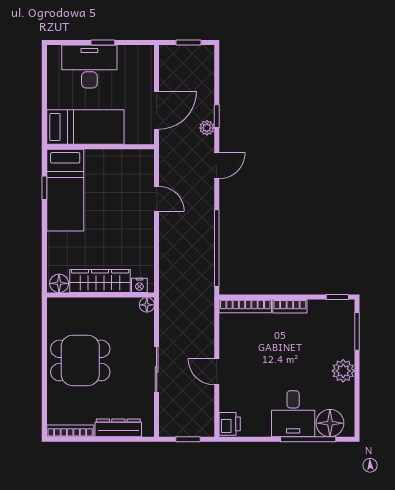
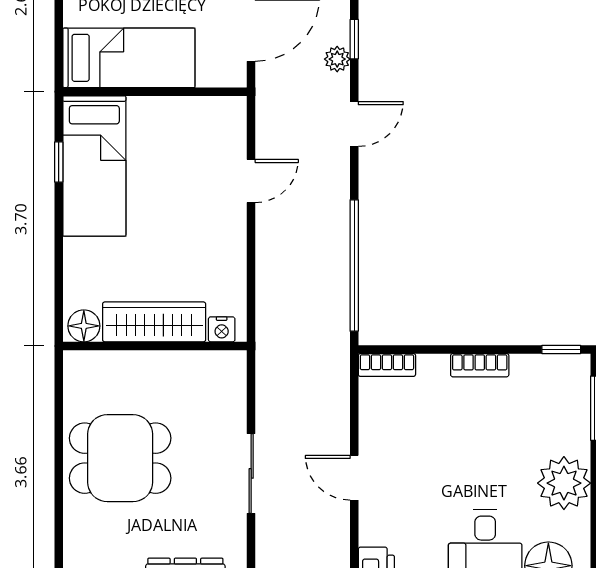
door: (157, 199) -> (251, 181), hinge flipped
floor lamp: (147, 305) -> (234, 363), removed
bookcase: (245, 306) -> (387, 365), width x0.64
plant: (343, 371) -> (564, 483), width x1.36, depth x1.36

